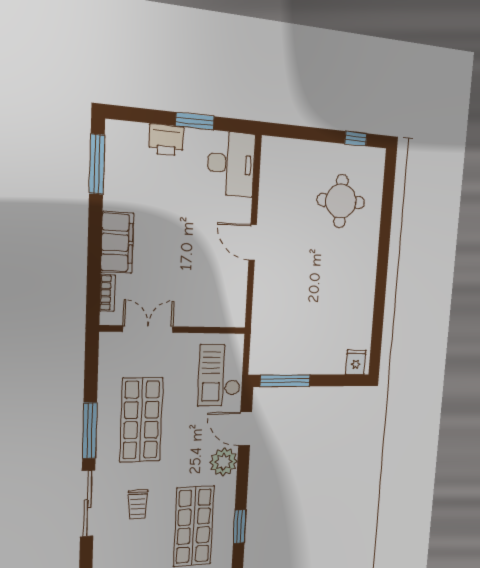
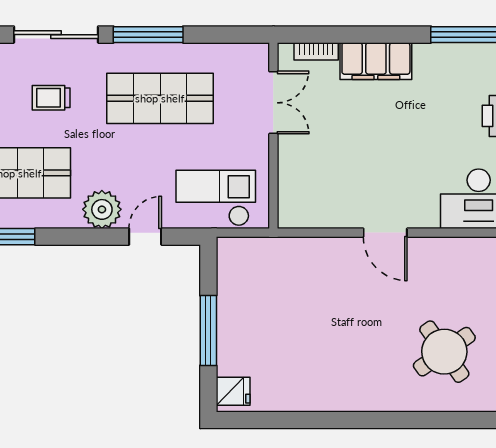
round table: (341, 201) -> (444, 352), turned -35
door: (253, 242) -> (385, 233), swing flipped
window: (285, 381) -> (208, 330), moved
door: (245, 429) -> (145, 237), width x0.73

